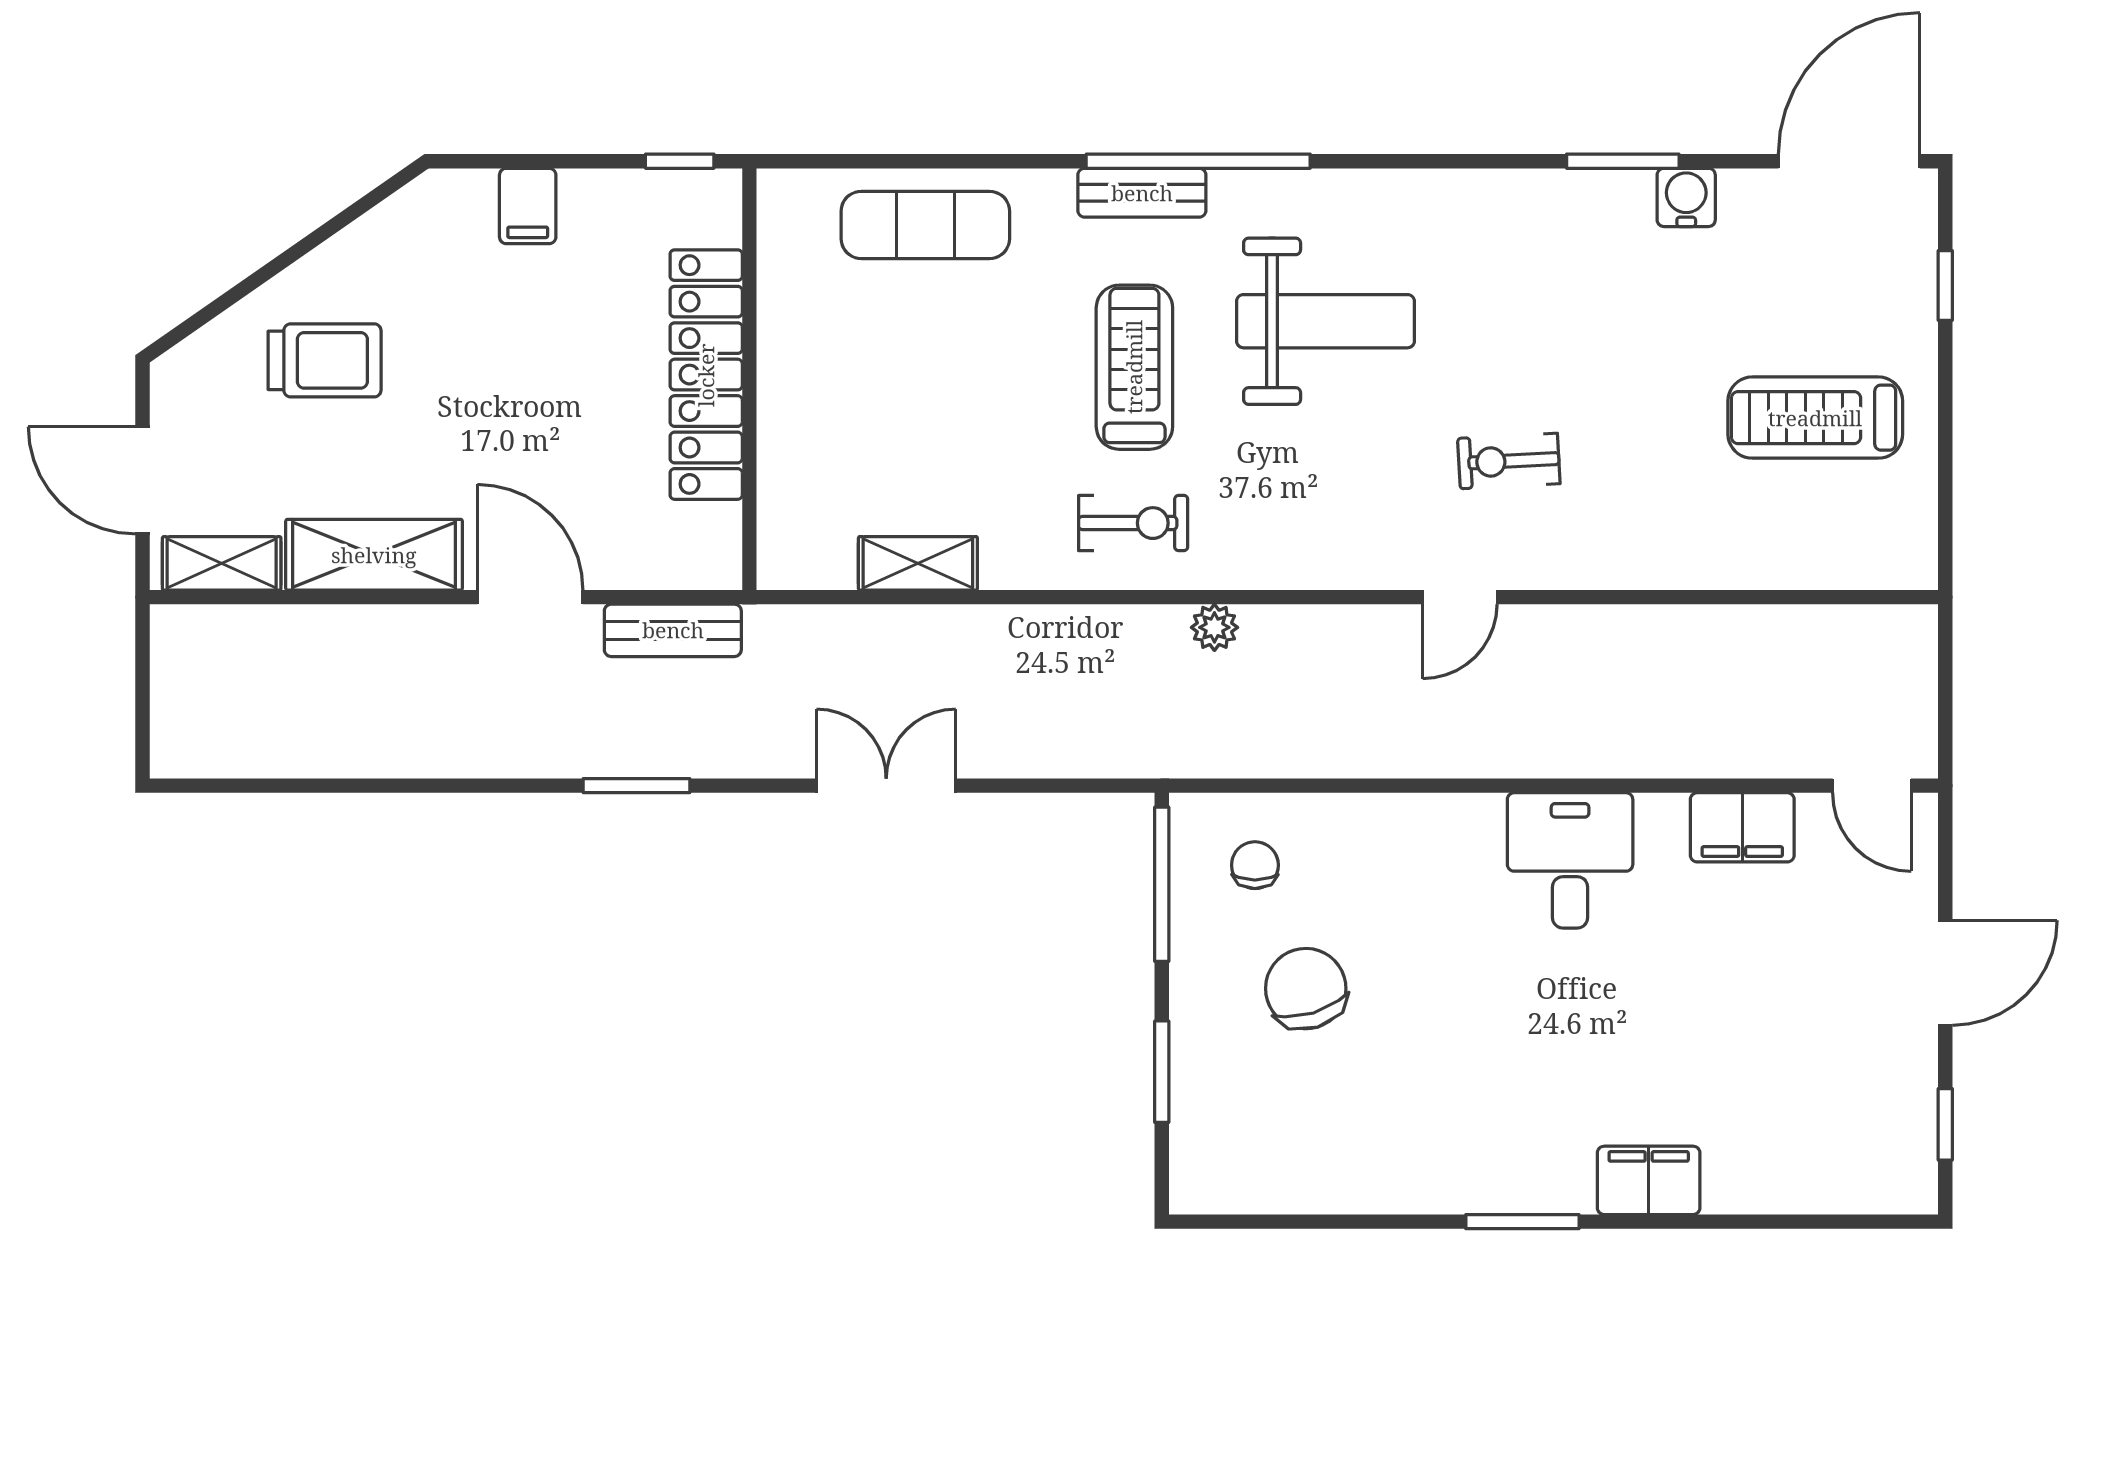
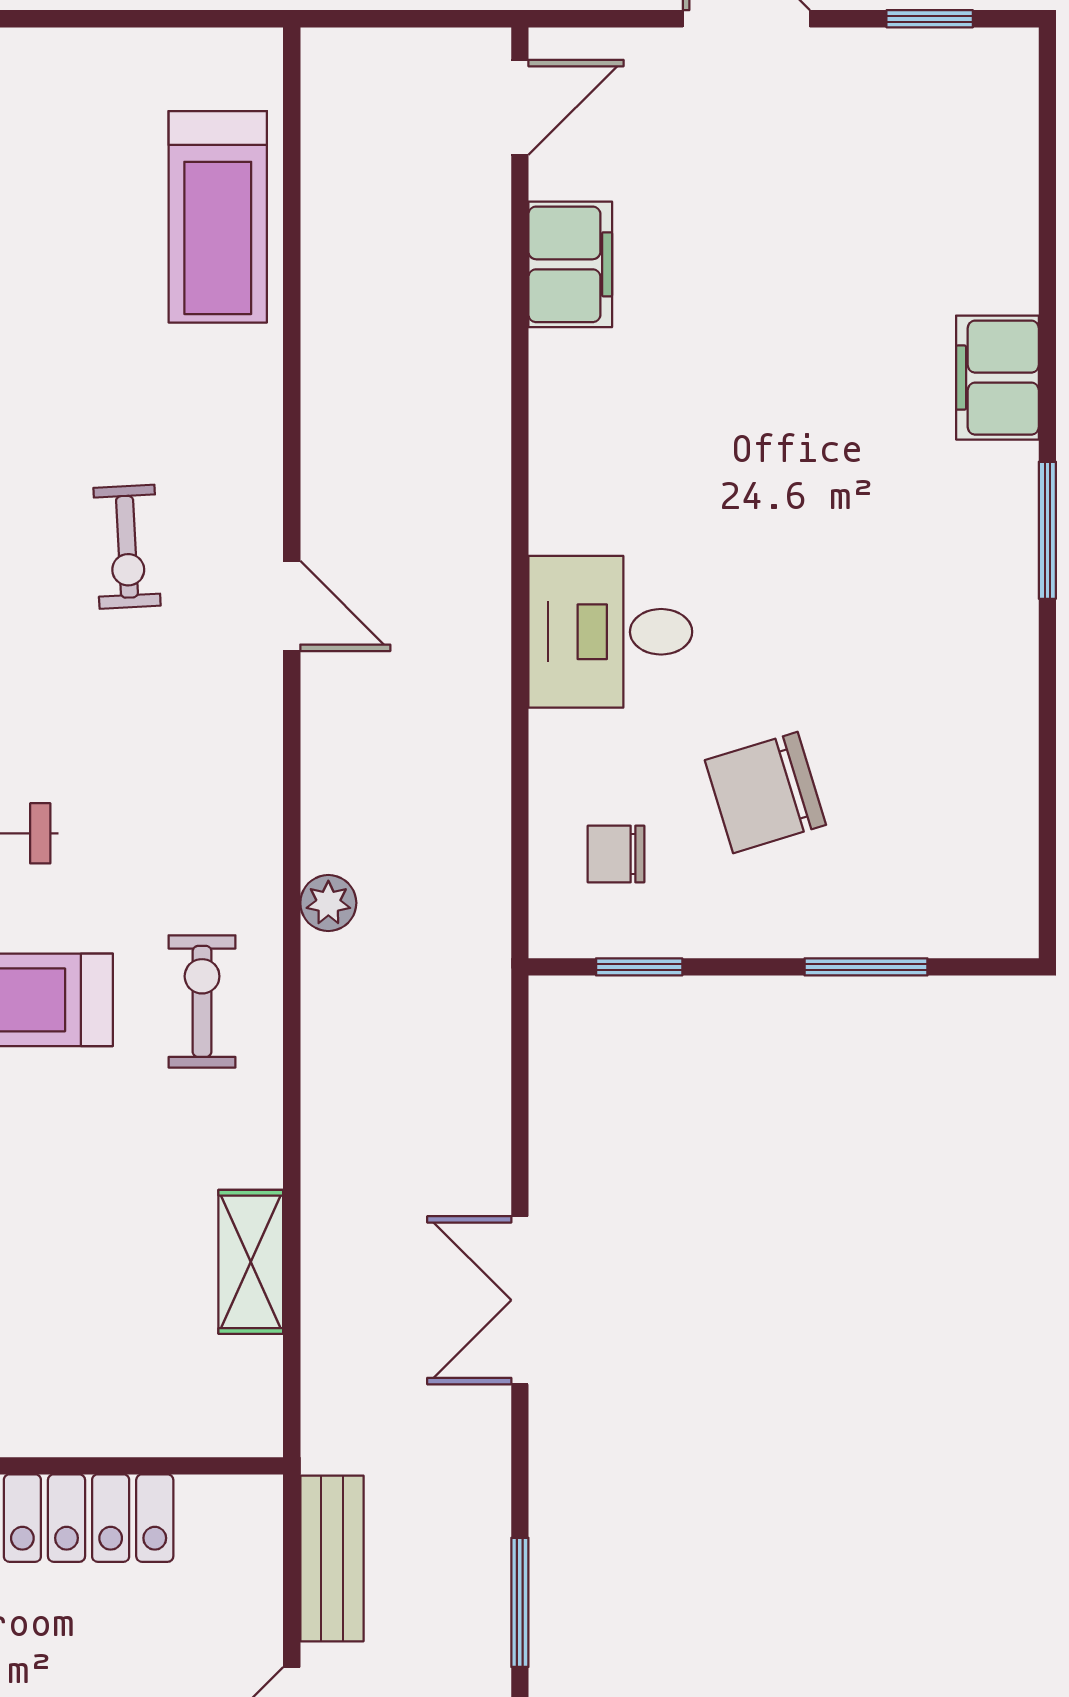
treadmill: (1815, 418) -> (218, 217), moved
desk: (1570, 860) -> (610, 632), moved
window: (1162, 884) -> (639, 967), width x0.46

